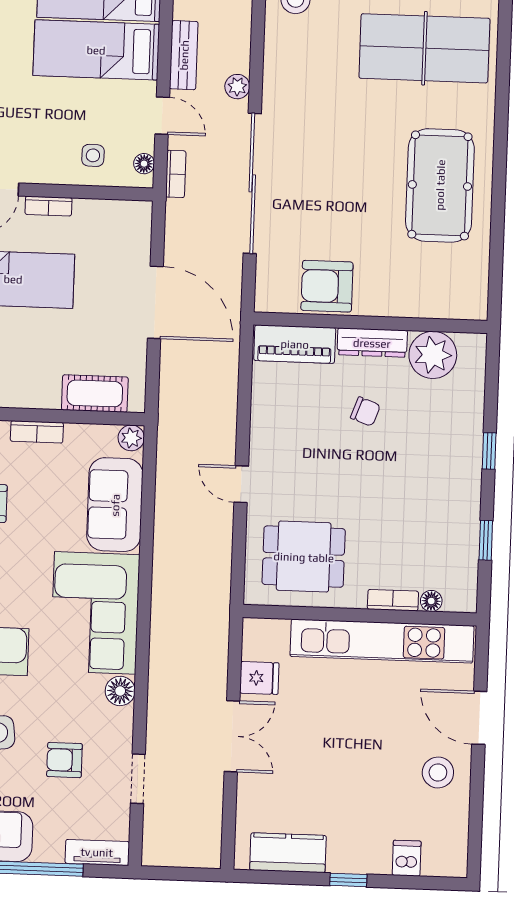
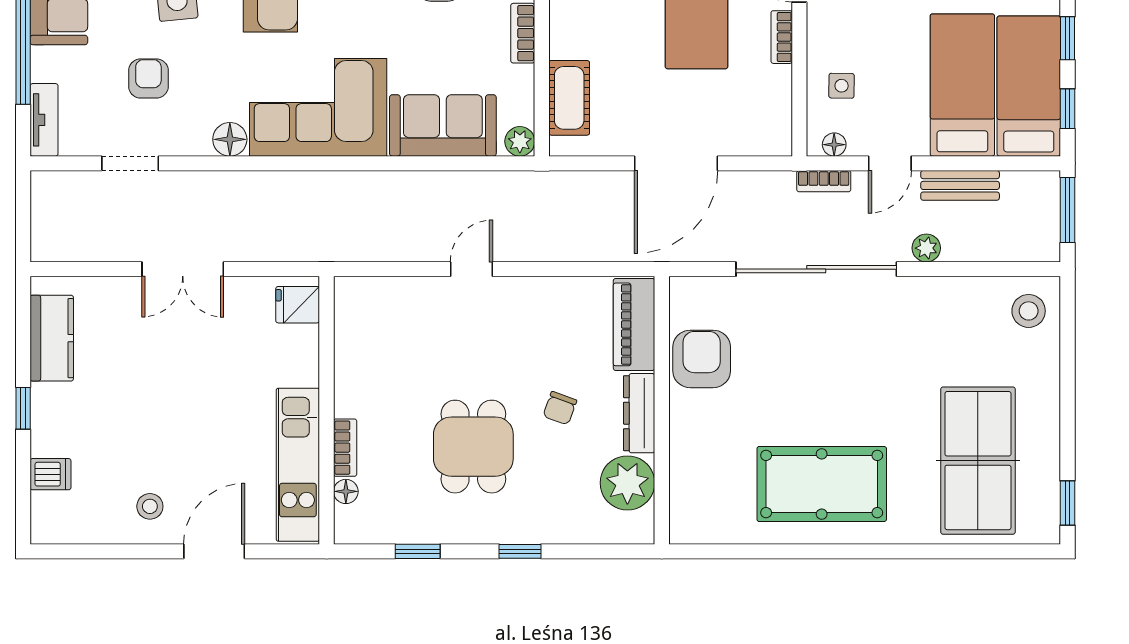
dining table: (304, 557) -> (473, 447), moved
kitchen unit: (382, 641) -> (298, 465), width x0.73
fridge: (259, 678) -> (298, 305), moved, turned 90
stool: (438, 772) -> (150, 506), width x0.73, depth x0.73

